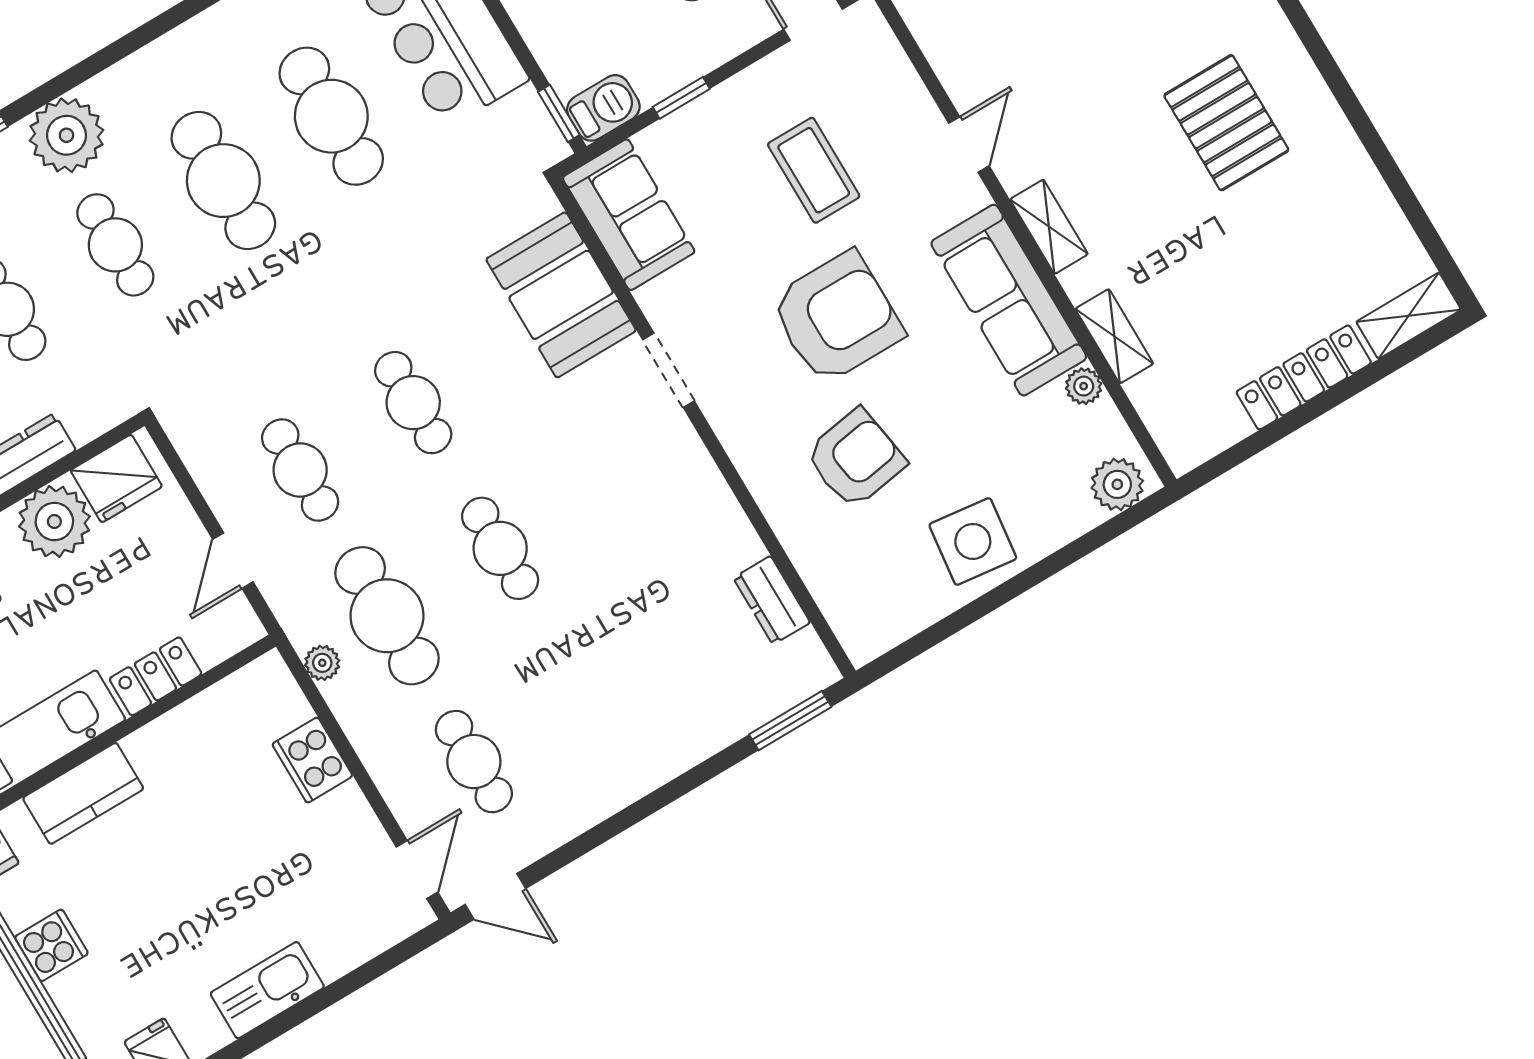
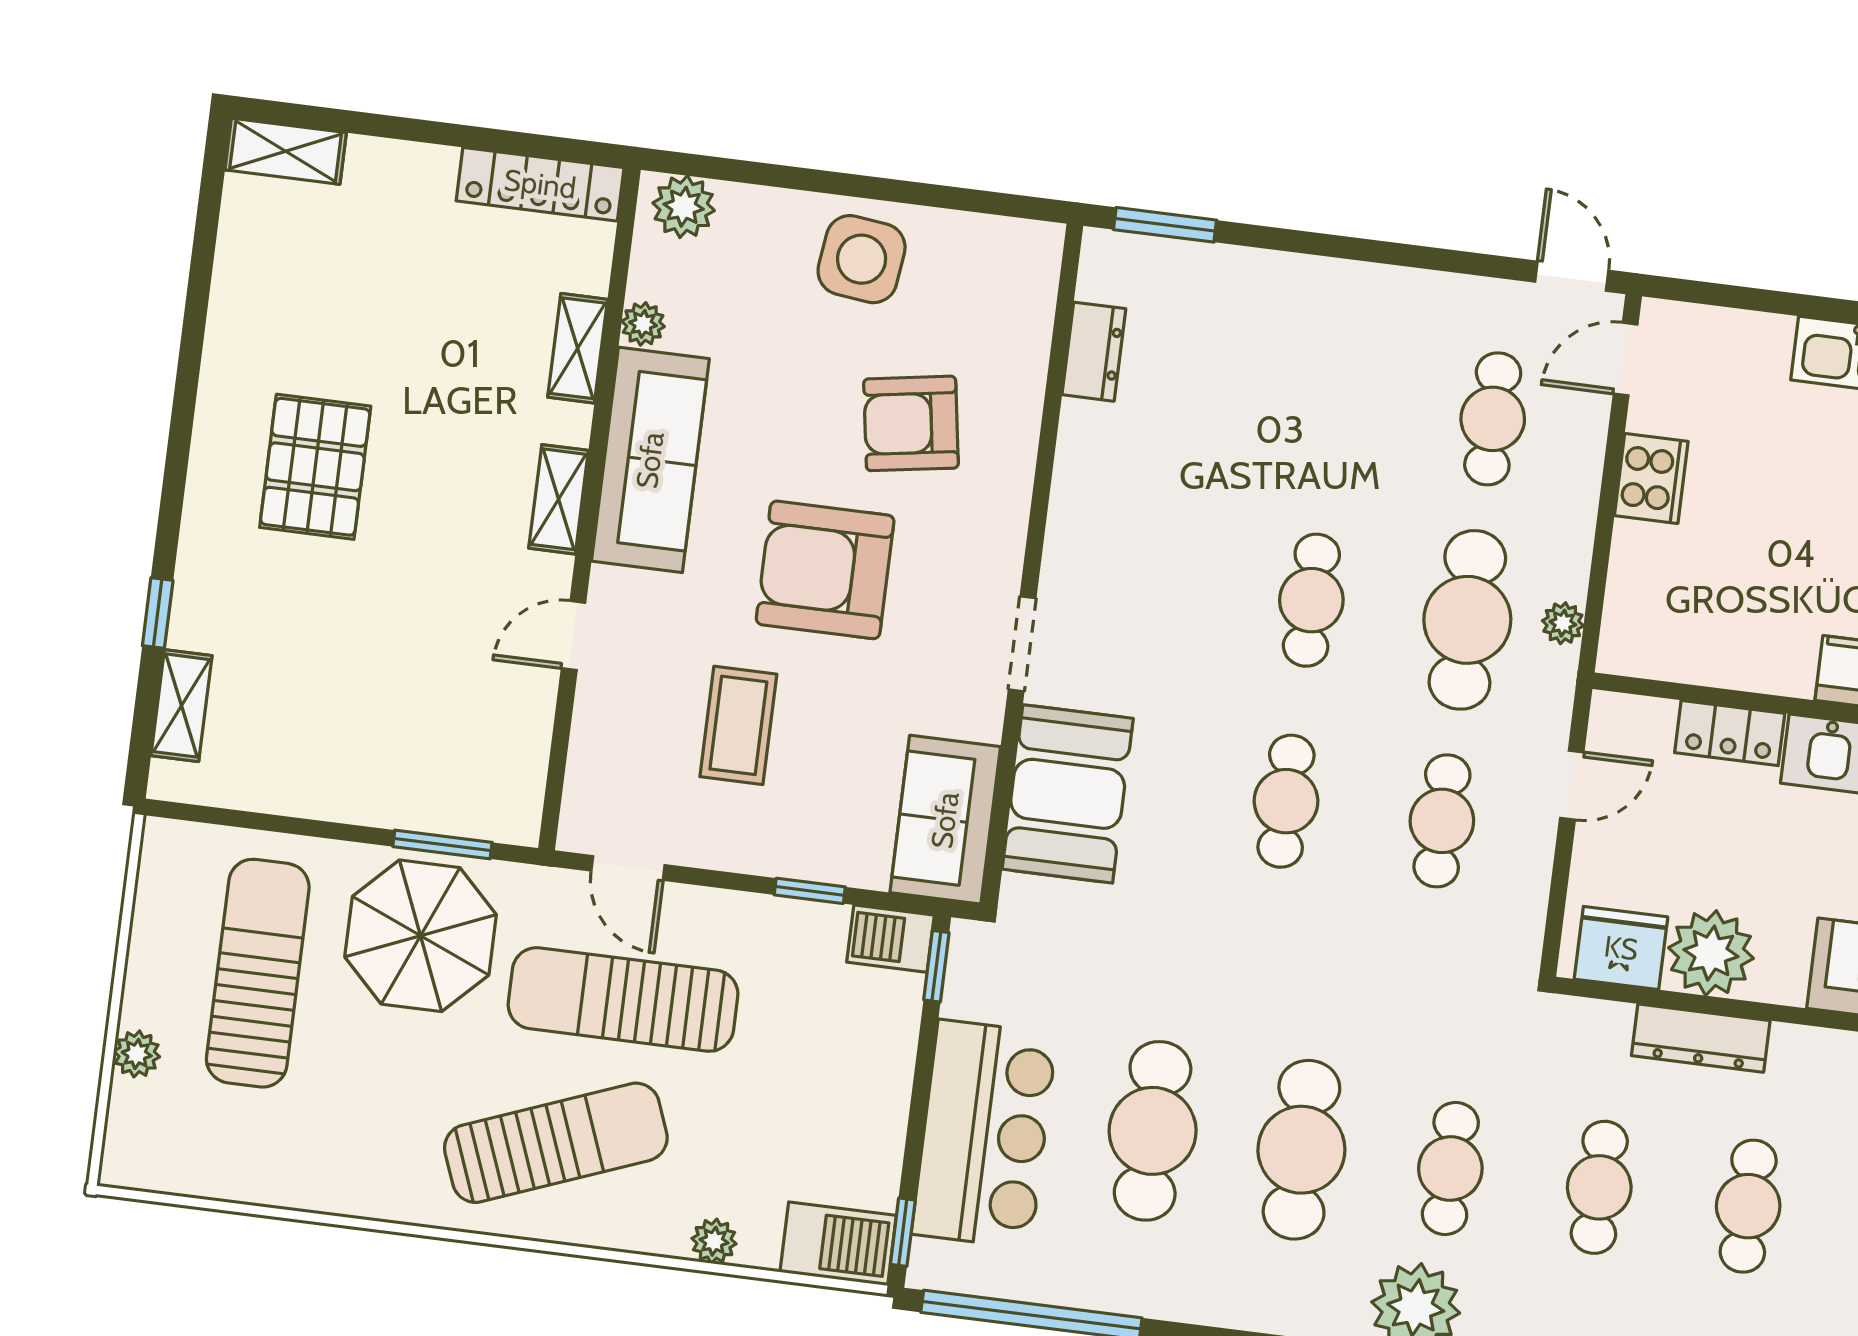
locker: (1304, 377) -> (540, 184), moved
cooker: (312, 760) -> (1651, 479), moved

